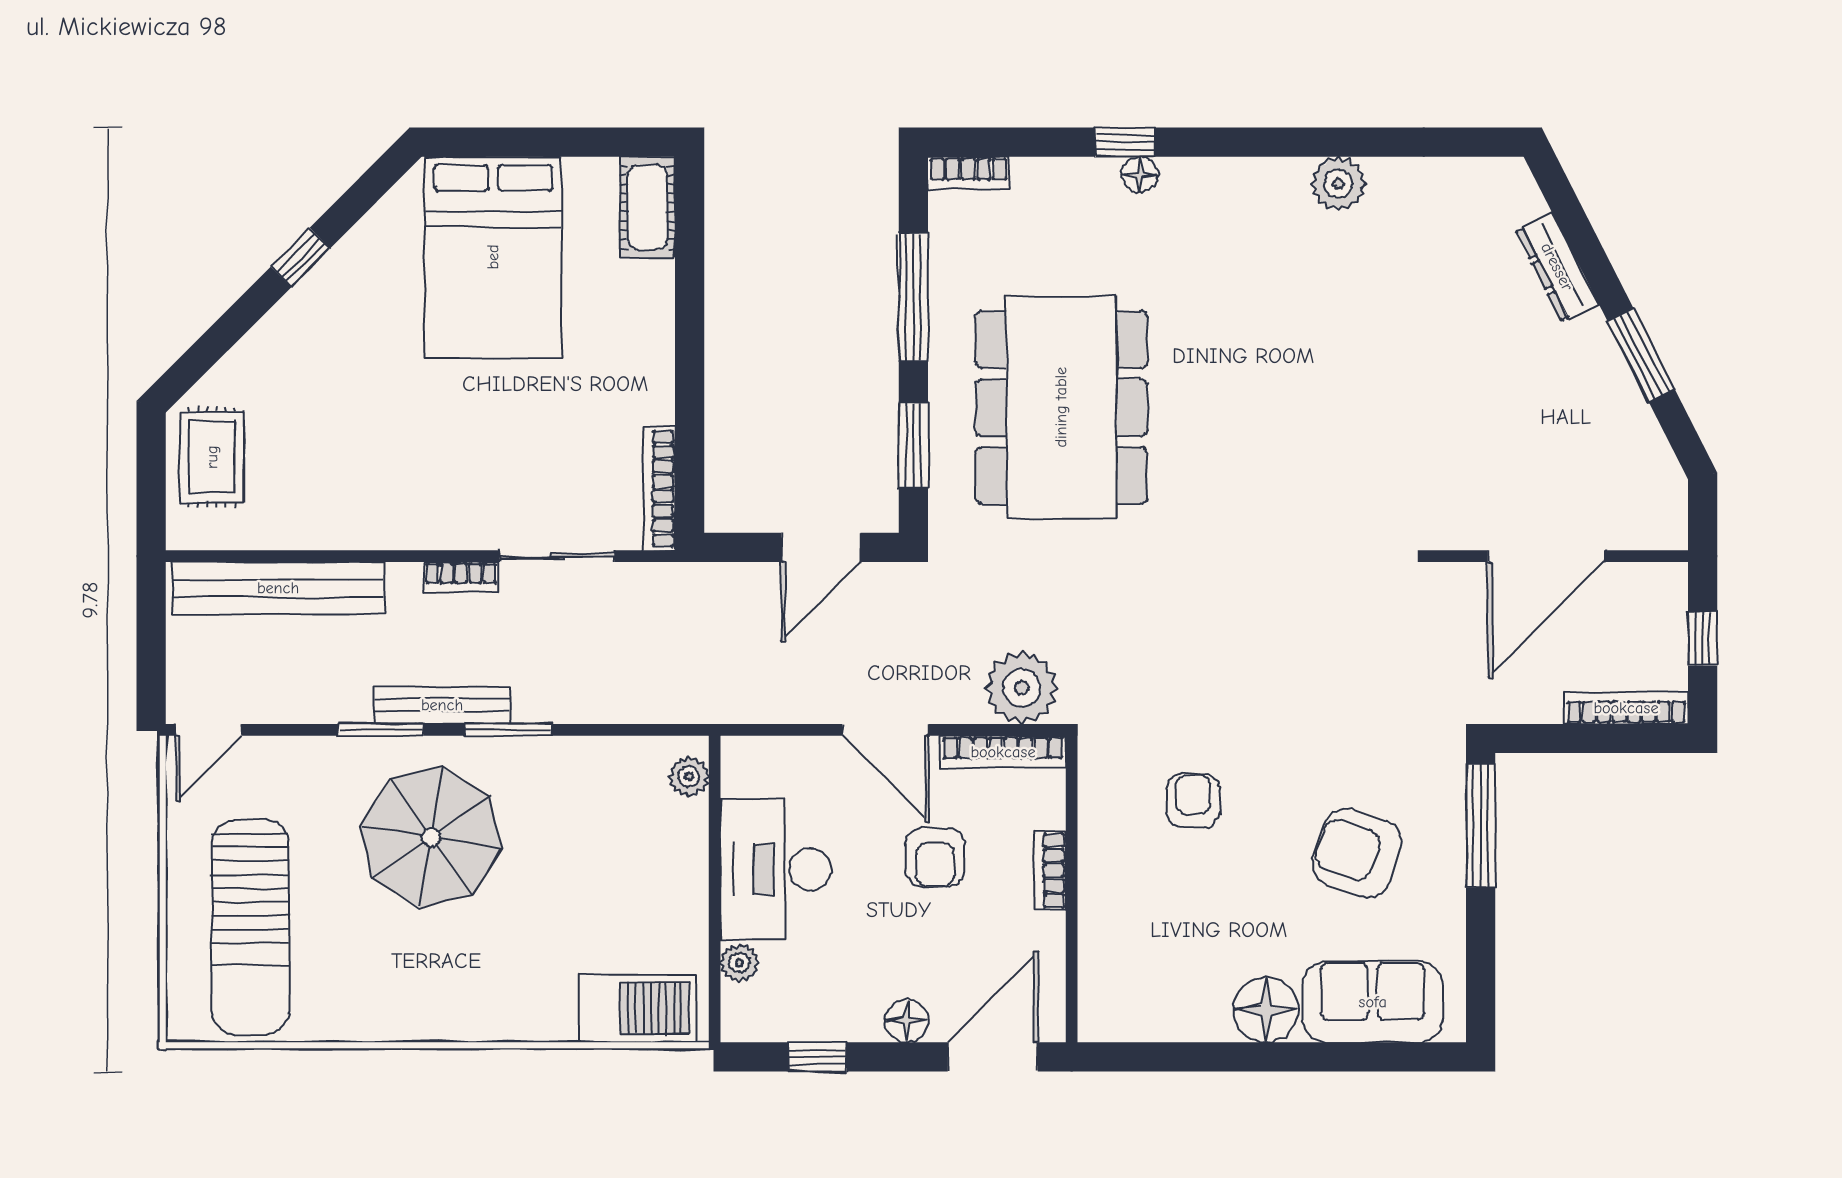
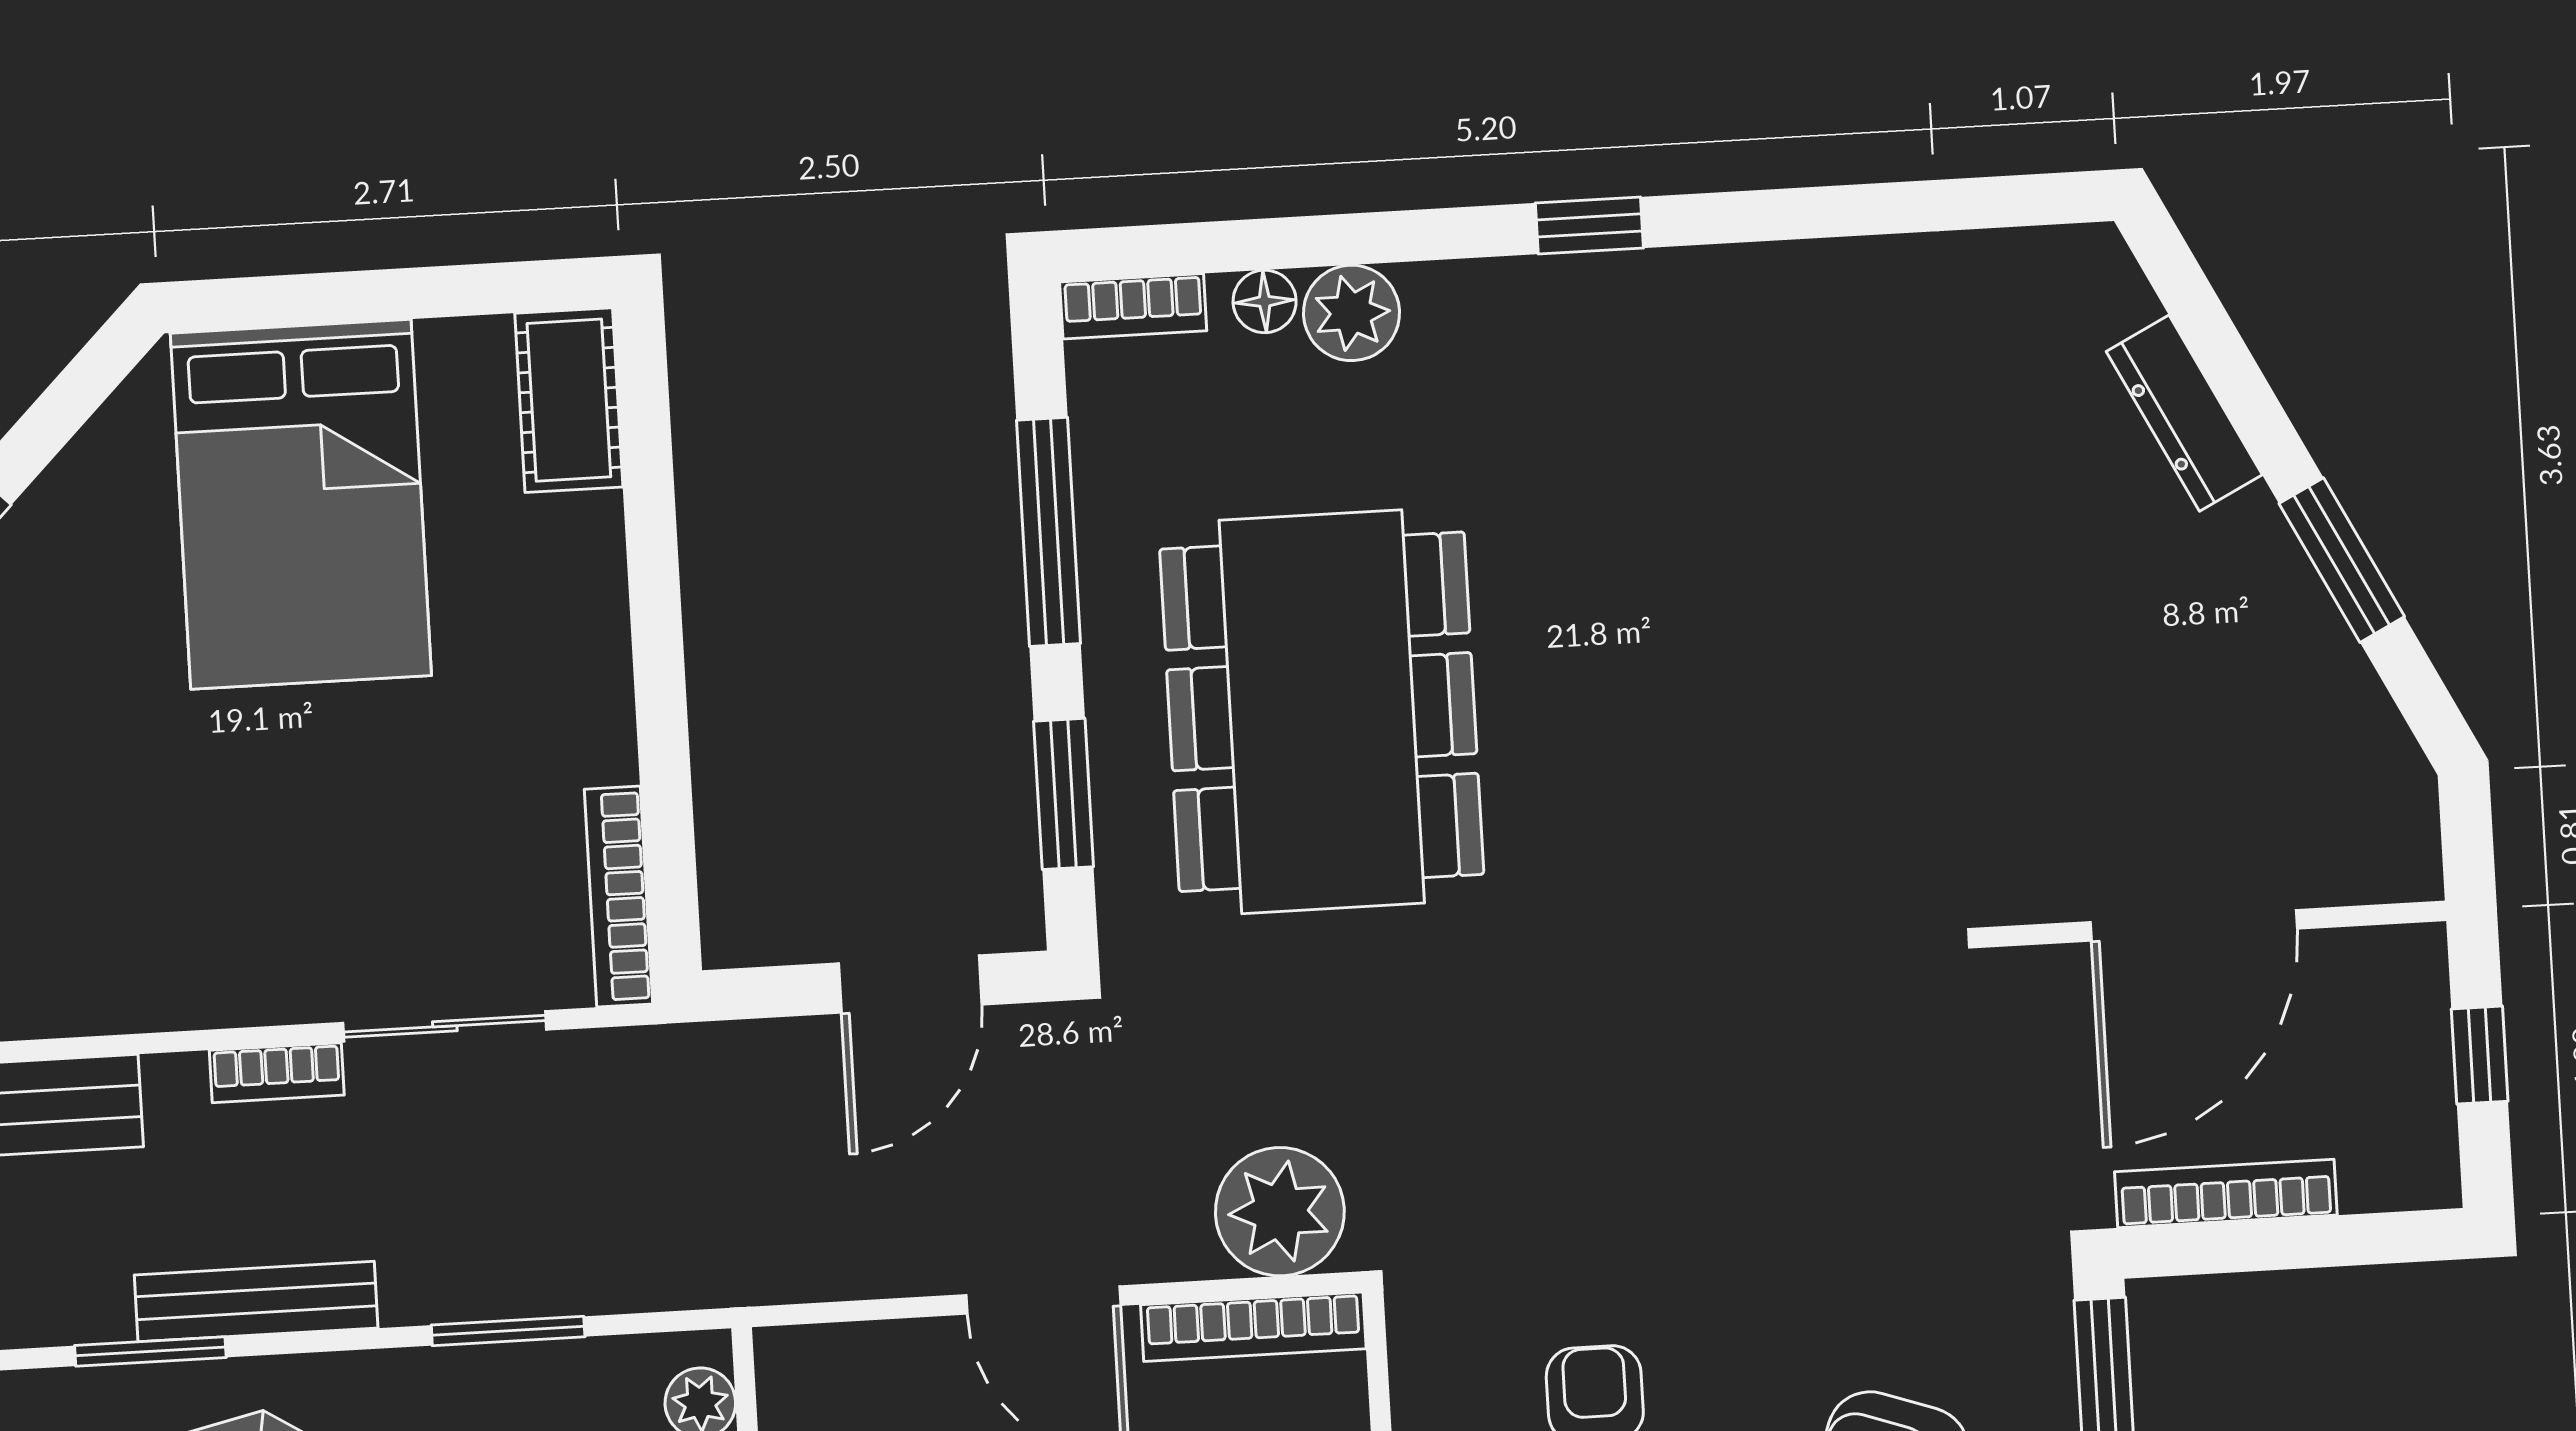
window: (1125, 142) -> (1589, 226), moved
floor lamp: (1140, 174) -> (1265, 301), moved
plant: (1338, 184) -> (1352, 313), moved
bookcase: (1626, 708) -> (2226, 1193), moved
window: (508, 730) -> (508, 1331), moved

